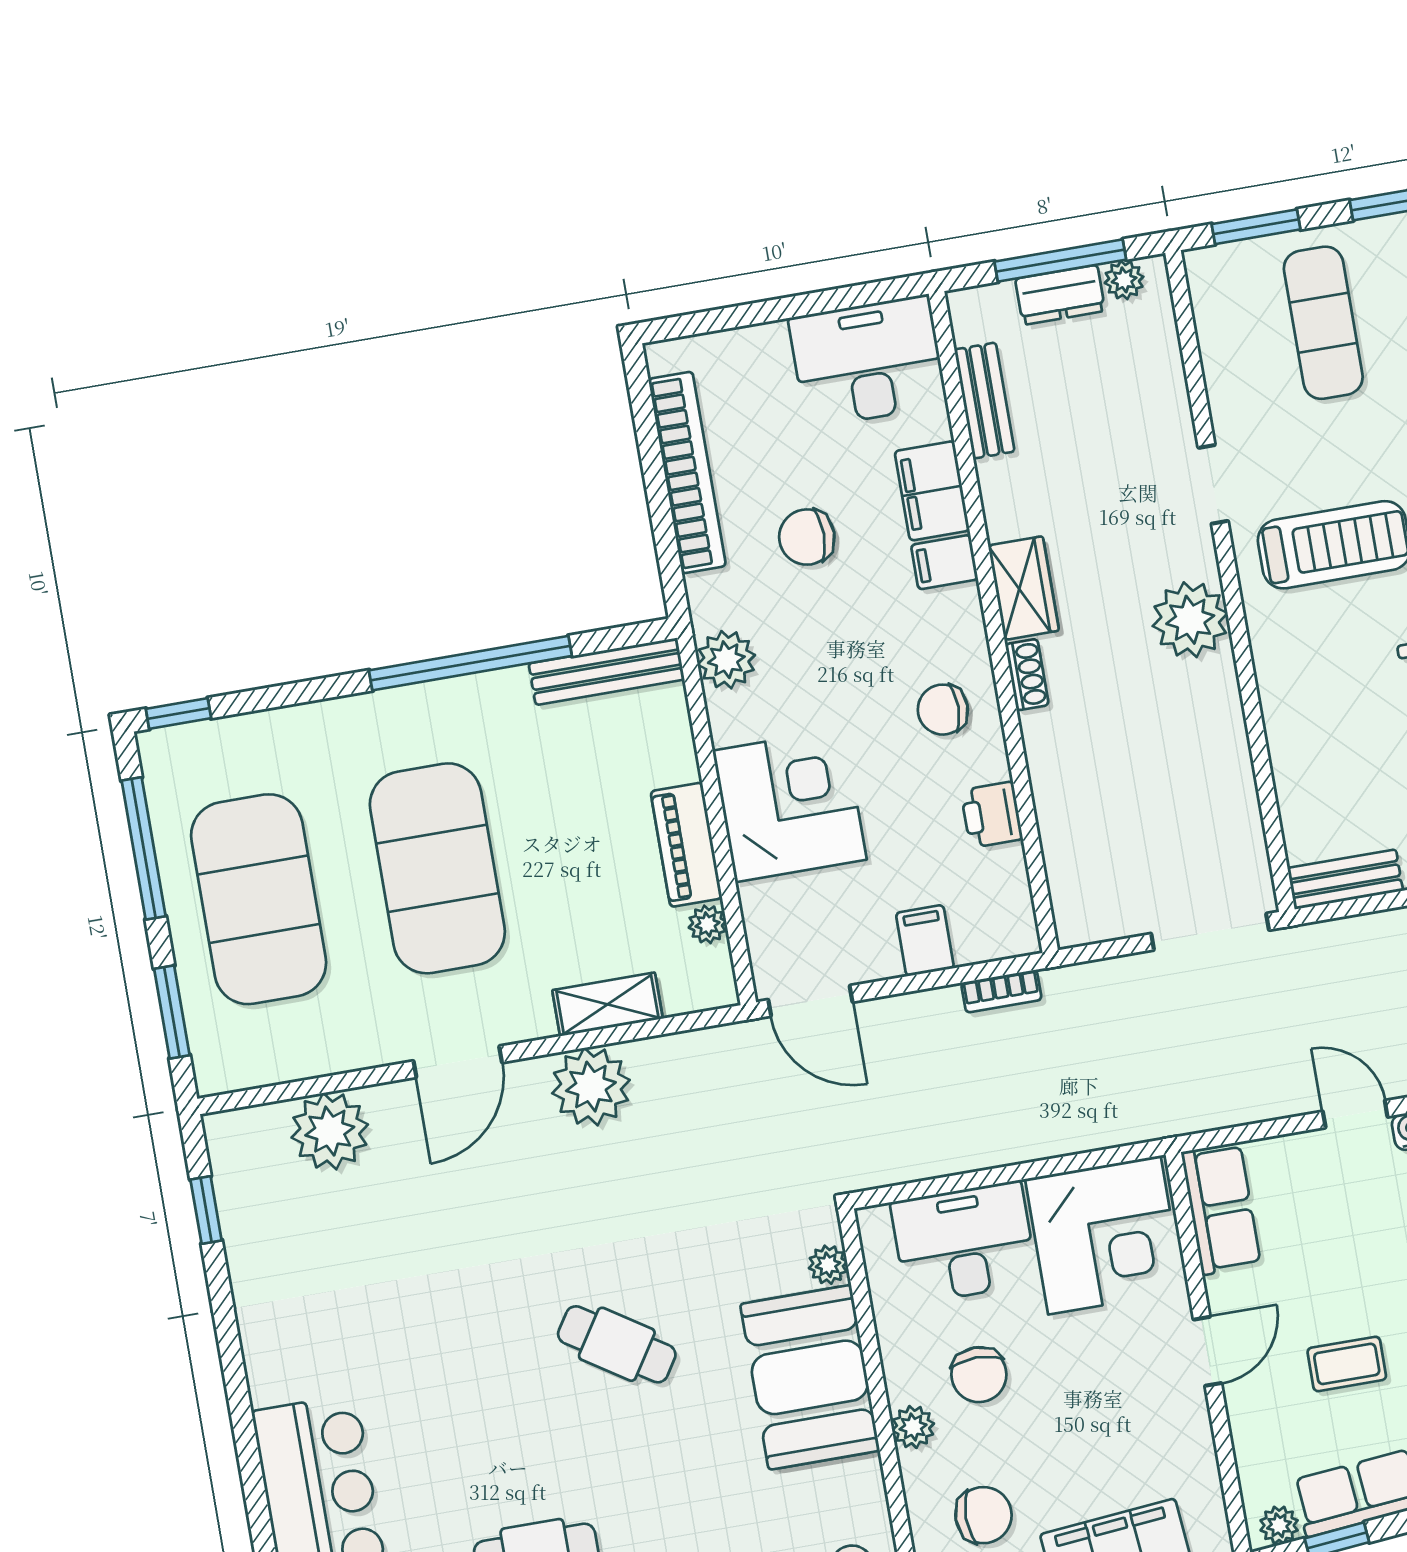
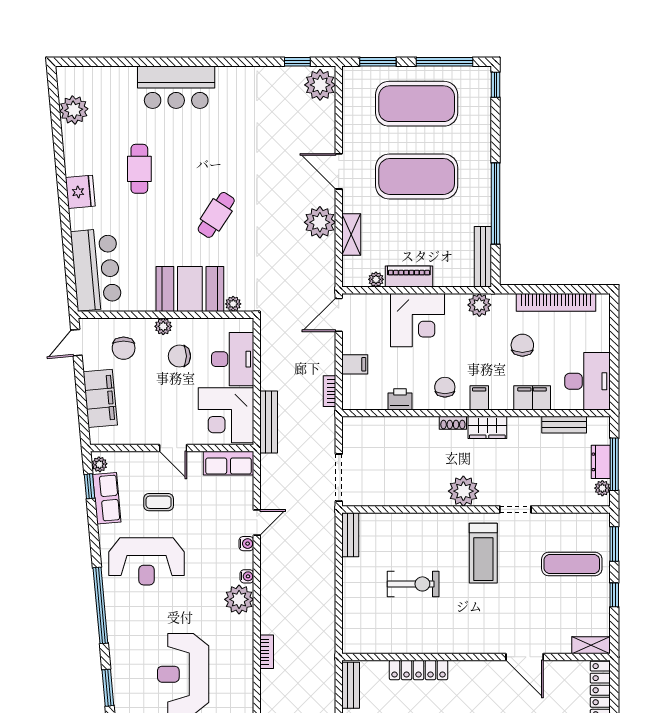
filing cabinet: (944, 562) -> (479, 398), moved
bench: (1103, 1128) -> (269, 422), added
plant: (330, 1131) -> (320, 85), moved
coffee table: (1347, 1364) -> (159, 502), turned 90

